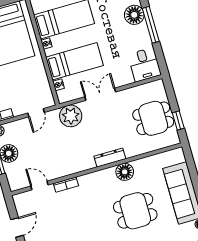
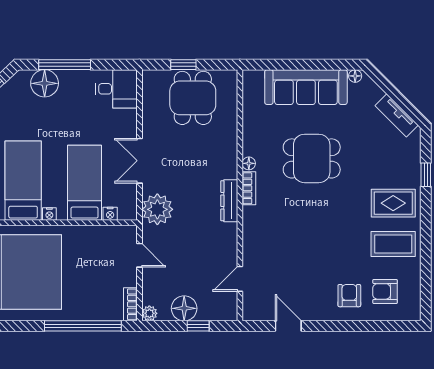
window: (178, 121) -> (183, 65), moved
dresser: (110, 158) -> (229, 201), moved
floor lamp: (125, 172) -> (249, 163), width x0.53, depth x0.53
bookcase: (66, 185) -> (249, 188), moved
dining table: (135, 211) -> (312, 158), turned 90

